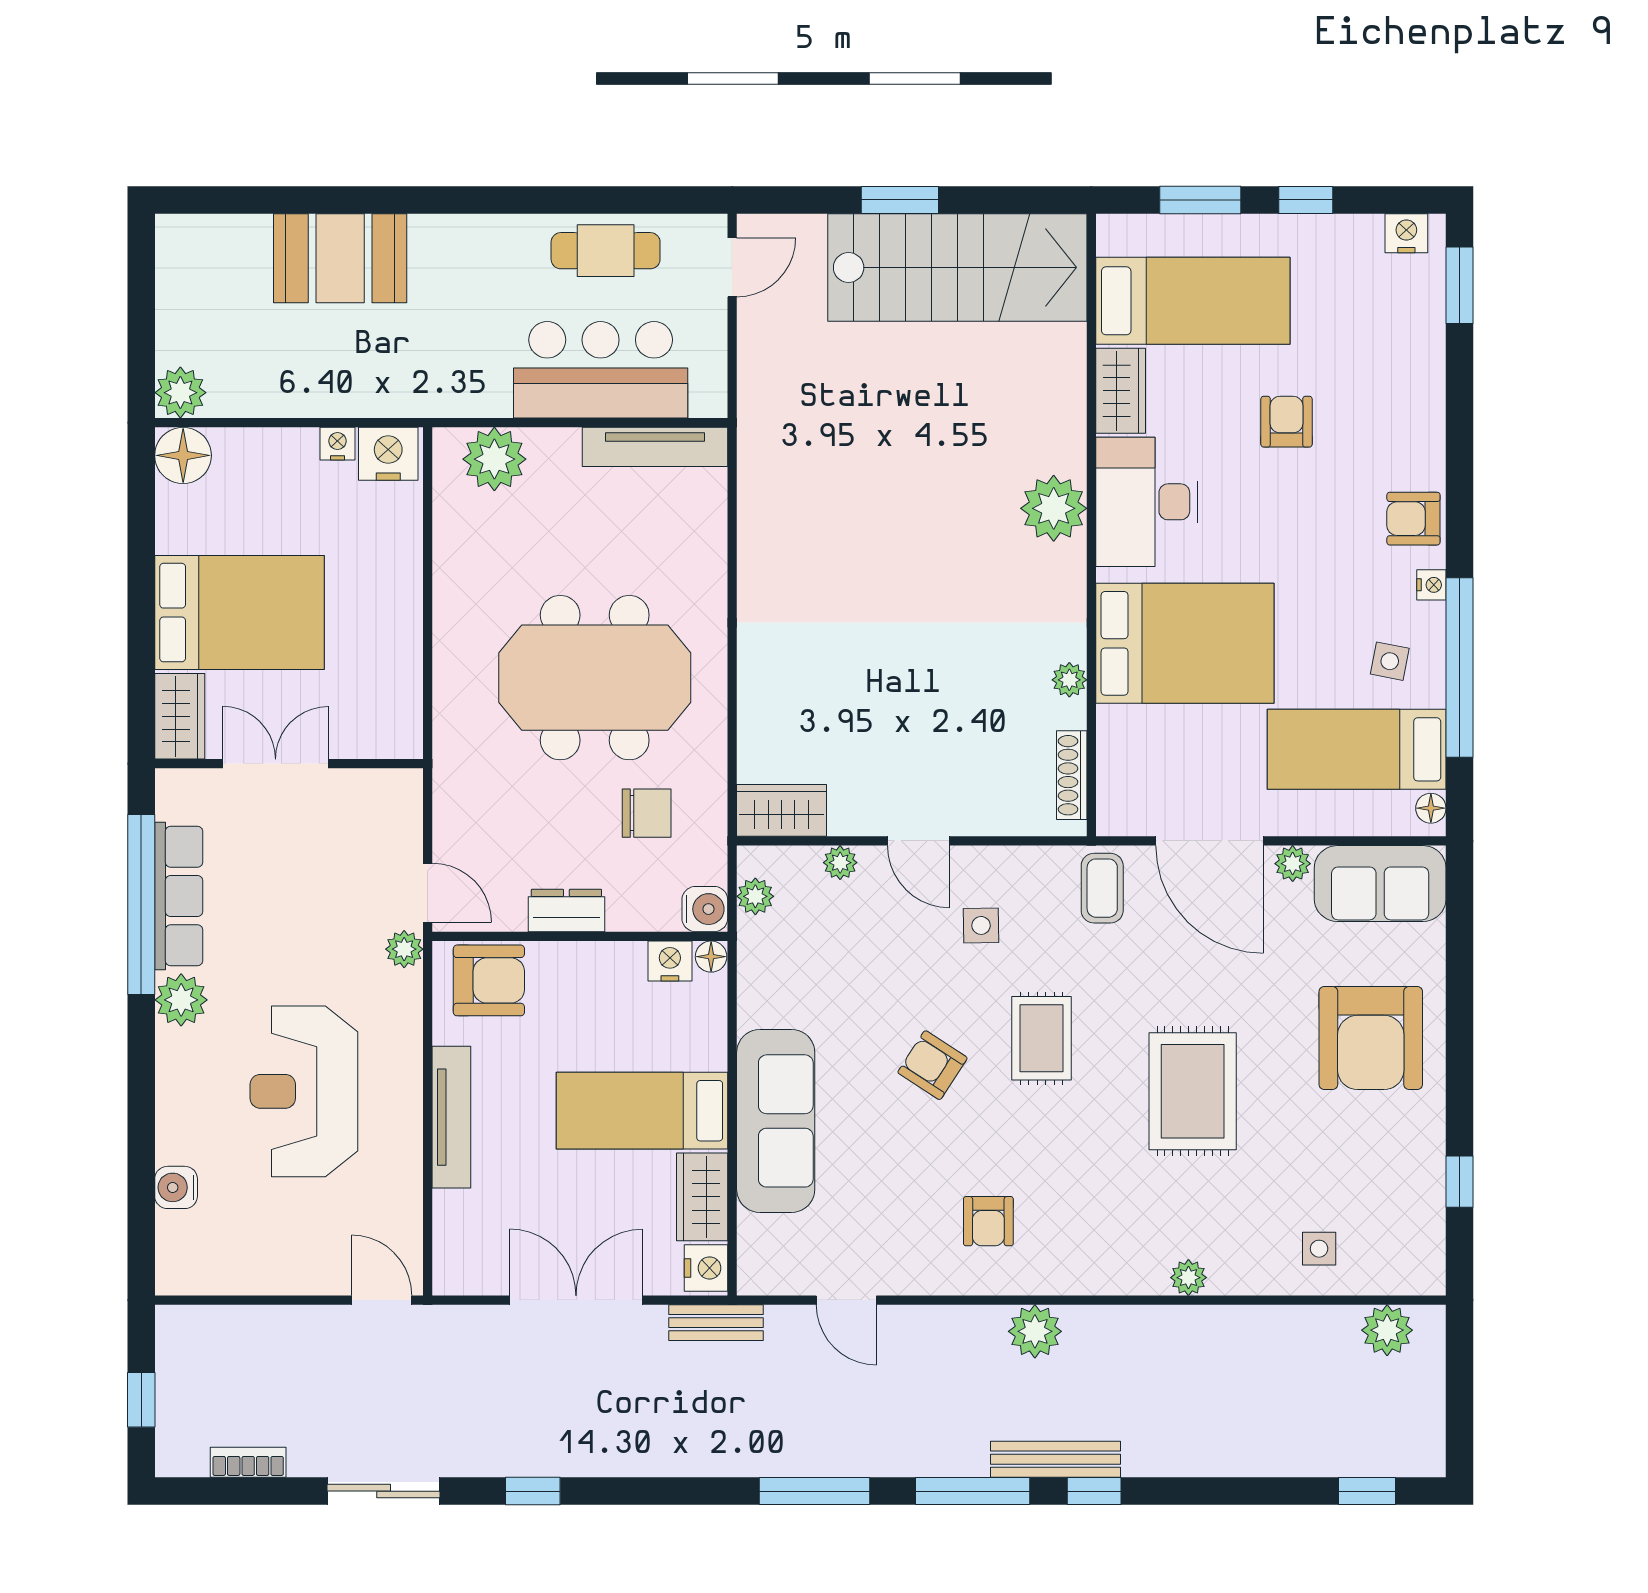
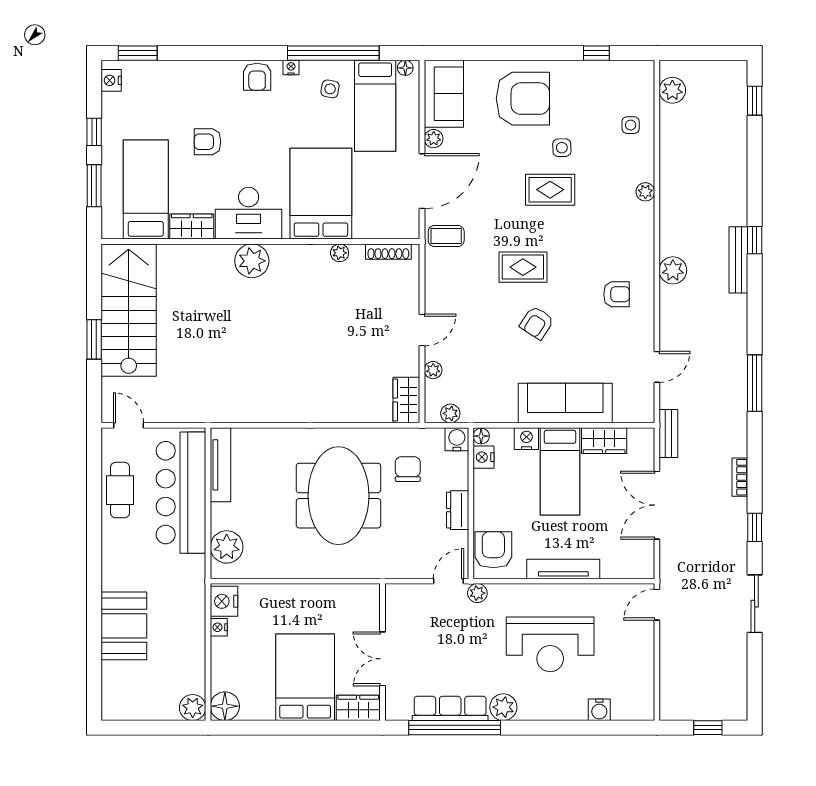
bar counter: (601, 370) -> (181, 493), width x1.36
side table: (981, 925) -> (562, 148), moved
rug: (1193, 1091) -> (550, 190), width x0.73, depth x0.70
nightstand: (706, 1268) -> (526, 439), moved
bookcase: (248, 1462) -> (740, 477), moved
window: (973, 1491) -> (755, 302), removed

